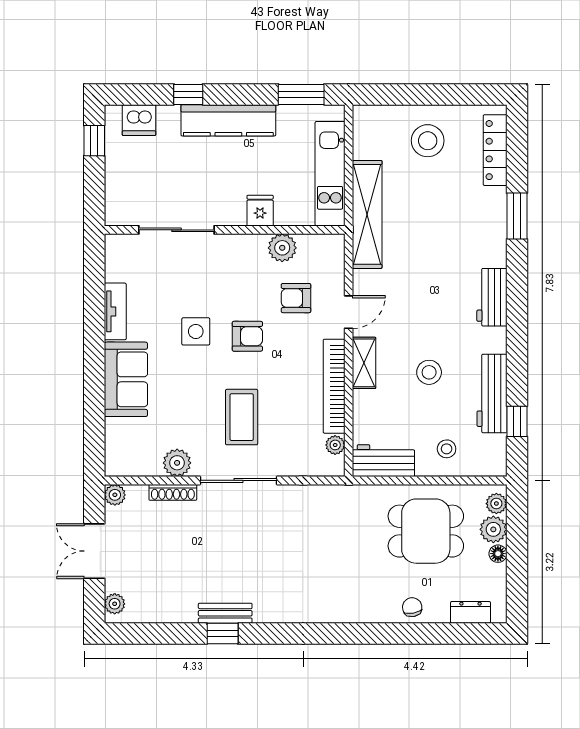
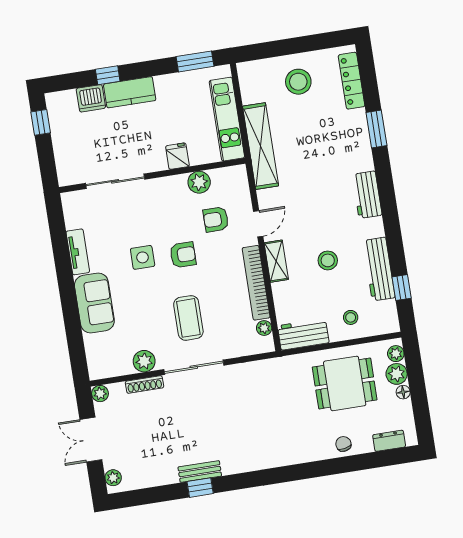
dishwasher: (139, 120) -> (91, 98), moved
kitchen counter: (228, 120) -> (130, 92), width x0.67

